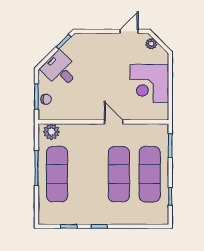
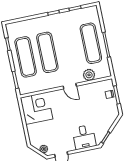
desk: (60, 70) -> (84, 137), moved, turned 45
corner desk: (149, 84) -> (37, 108), moved
door: (114, 122) -> (70, 86), moved
plant: (51, 132) -> (89, 75), moved

